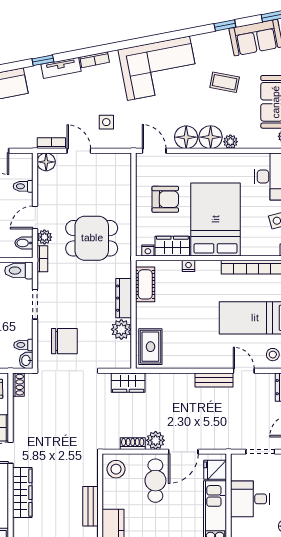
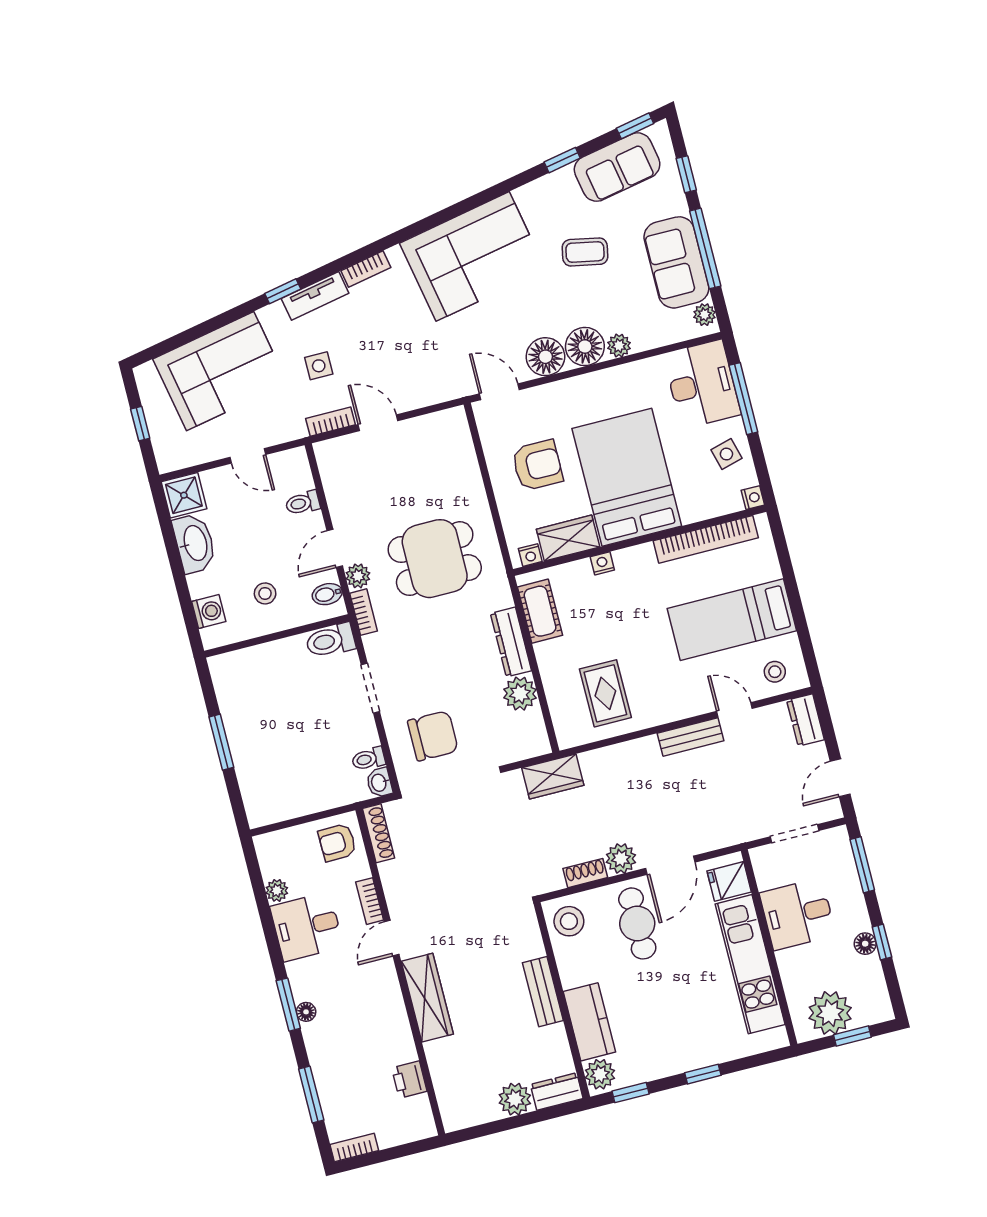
side table: (106, 122) -> (319, 366), moved
floor lamp: (46, 162) -> (330, 454), removed
rug: (150, 347) -> (605, 693), moved
shoe rack: (18, 385) -> (378, 833), width x1.43

